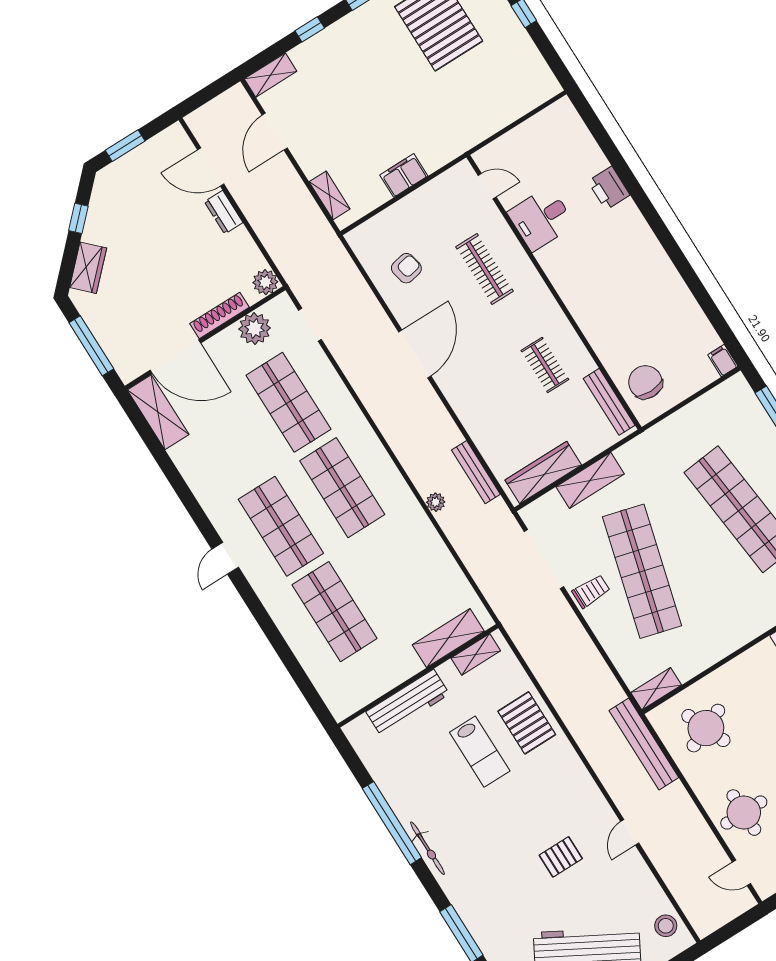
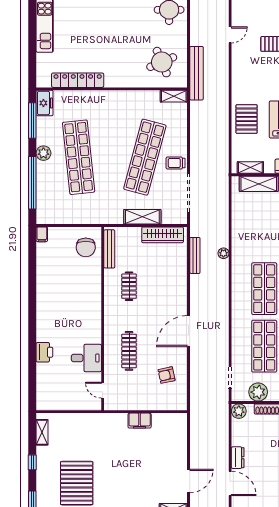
shelving: (330, 195) -> (42, 432), moved

